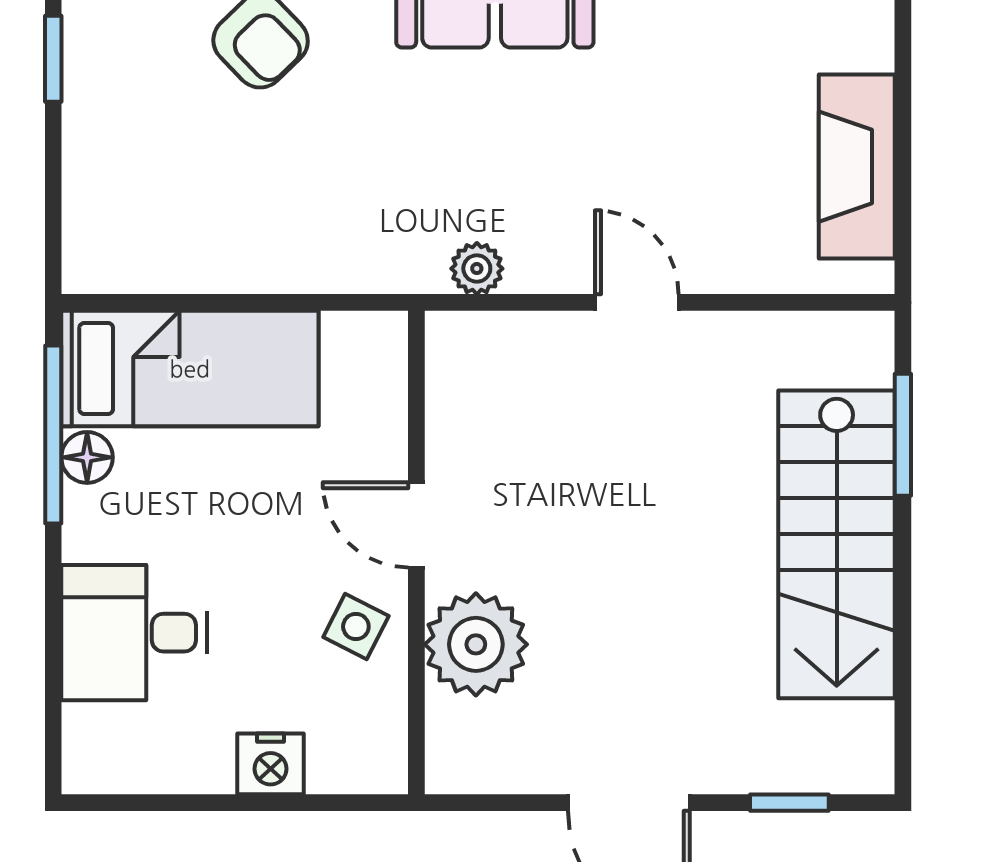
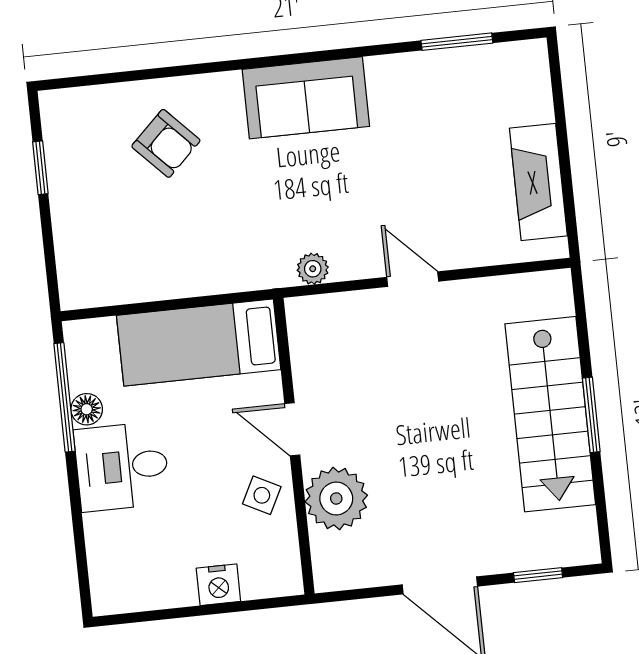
bed: (190, 369) -> (199, 343), moved, turned 180
window: (903, 435) -> (591, 415), moved
desk: (134, 633) -> (122, 467), moved

